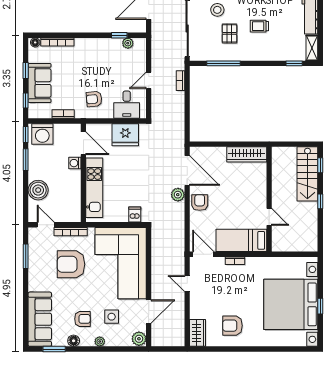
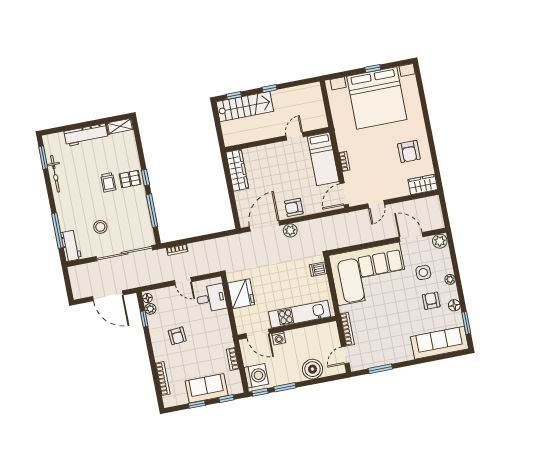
pallet: (229, 33) -> (130, 179), moved
floor lamp: (35, 42) -> (147, 298), moved
window: (294, 63) -> (145, 177), moved
armchair: (94, 99) -> (177, 336), moved
door: (83, 143) -> (258, 334), swing flipped
armchair: (71, 264) -> (379, 323), removed

